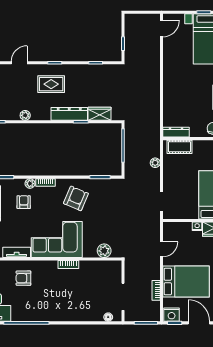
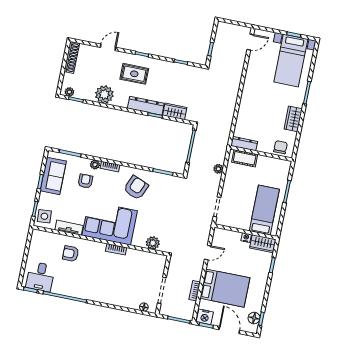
plant: (25, 115) -> (104, 94), width x1.88, depth x1.88

